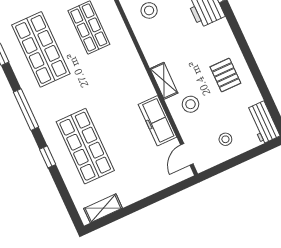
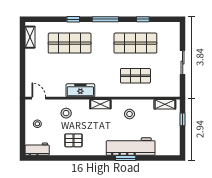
shelving: (164, 81) -> (100, 104), moved
freezer: (157, 121) -> (80, 90), moved

